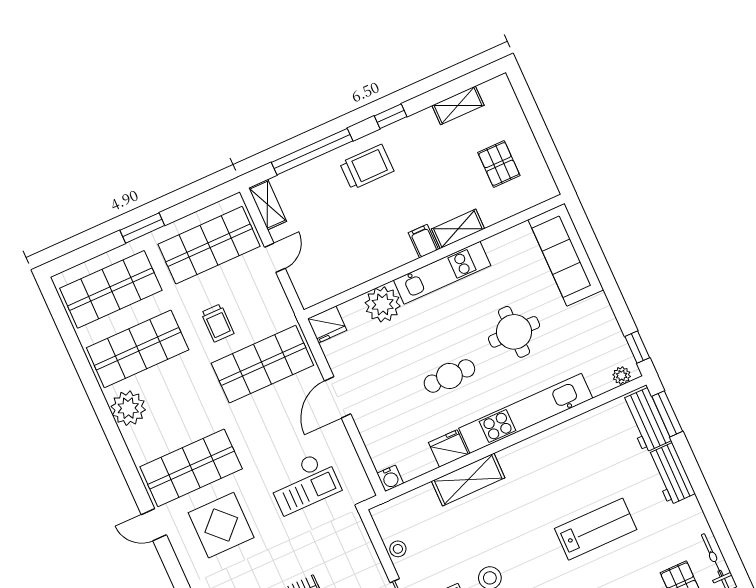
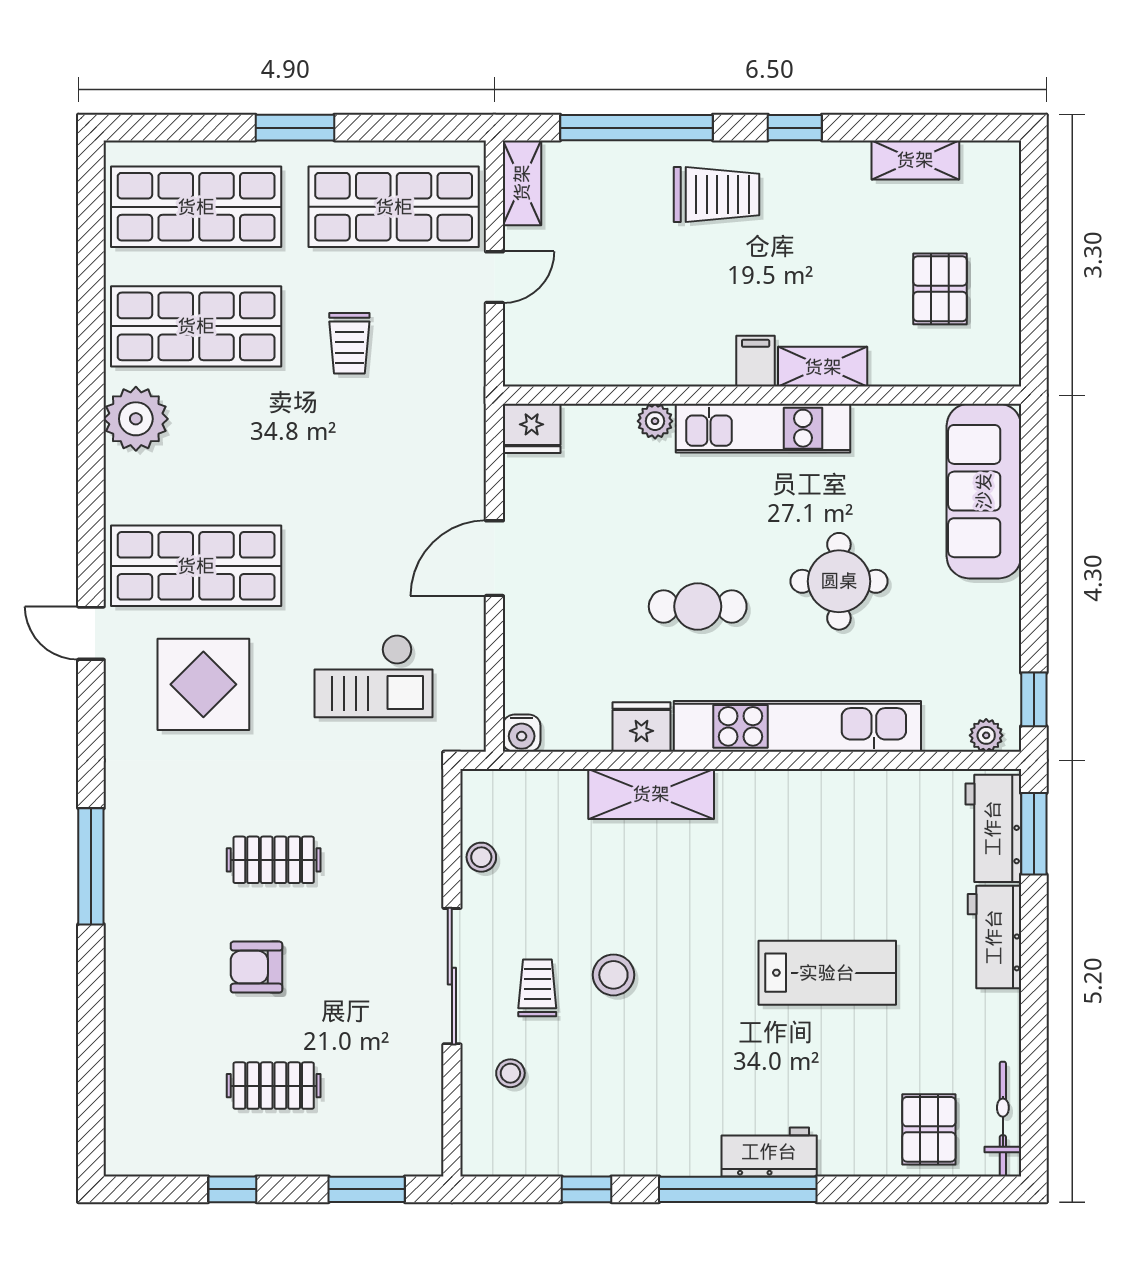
plant: (383, 304) -> (655, 421), width x0.53, depth x0.53
shop shelf: (262, 364) -> (394, 446), removed

